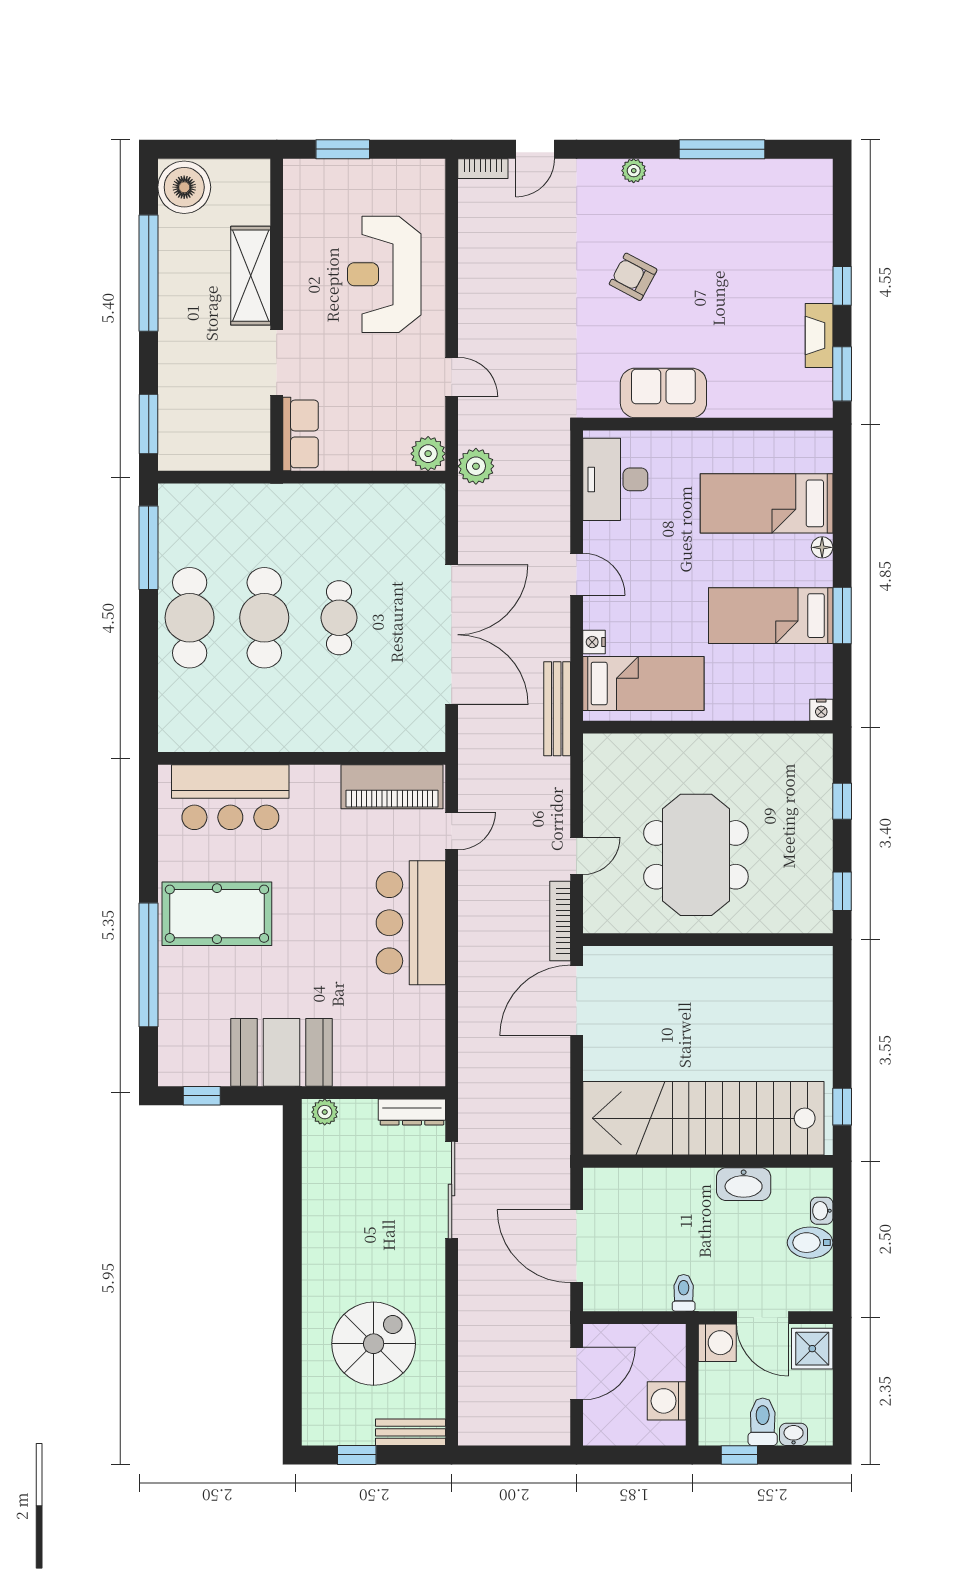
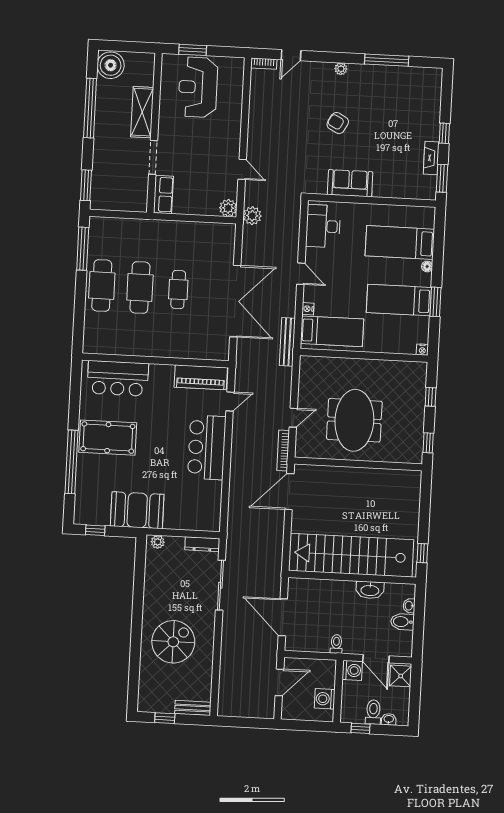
reception desk: (384, 274) -> (198, 87), moved
spiral stairs: (374, 1344) -> (173, 642), moved

